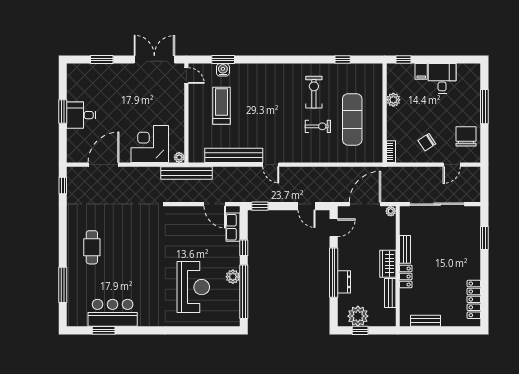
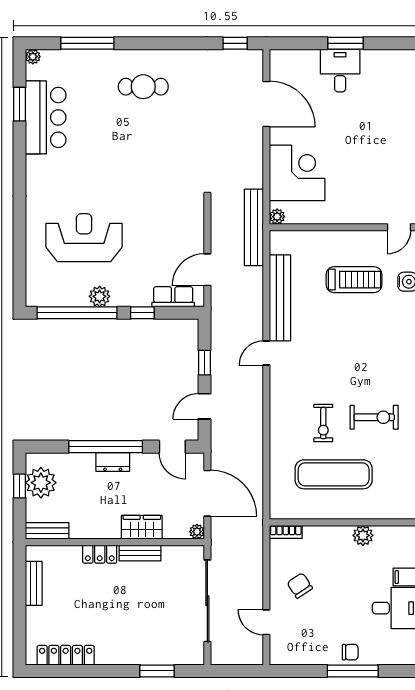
chair: (466, 136) -> (350, 652), moved, width x0.54, depth x0.54
window: (260, 206) -> (204, 363), moved
wardrobe: (388, 264) -> (142, 527), moved
dresser: (344, 282) -> (113, 462), moved
reception desk: (193, 287) -> (84, 238), turned 180
bench: (390, 293) -> (47, 531), moved
plant: (72, 321) -> (33, 57), added

